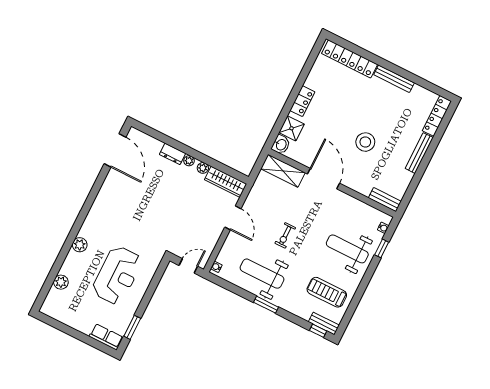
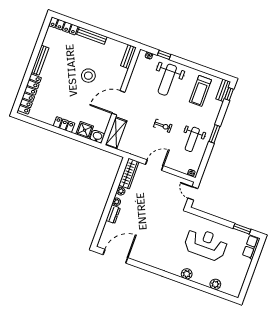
weight bench: (262, 274) -> (192, 139), width x0.73, depth x0.75

